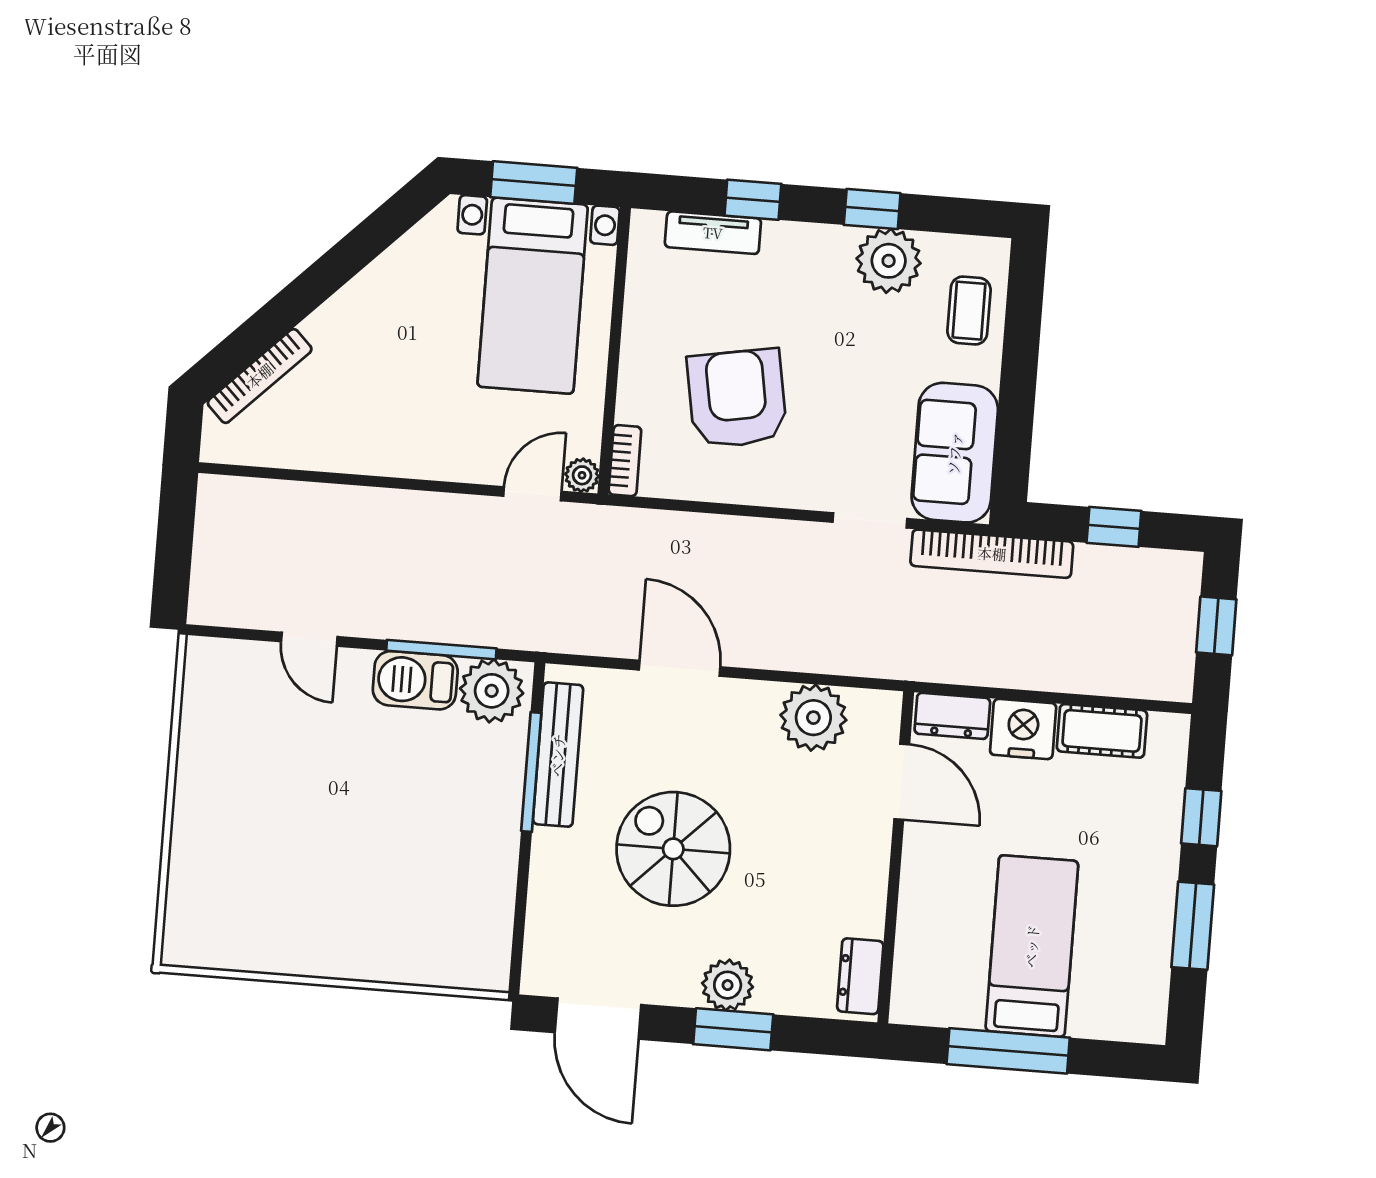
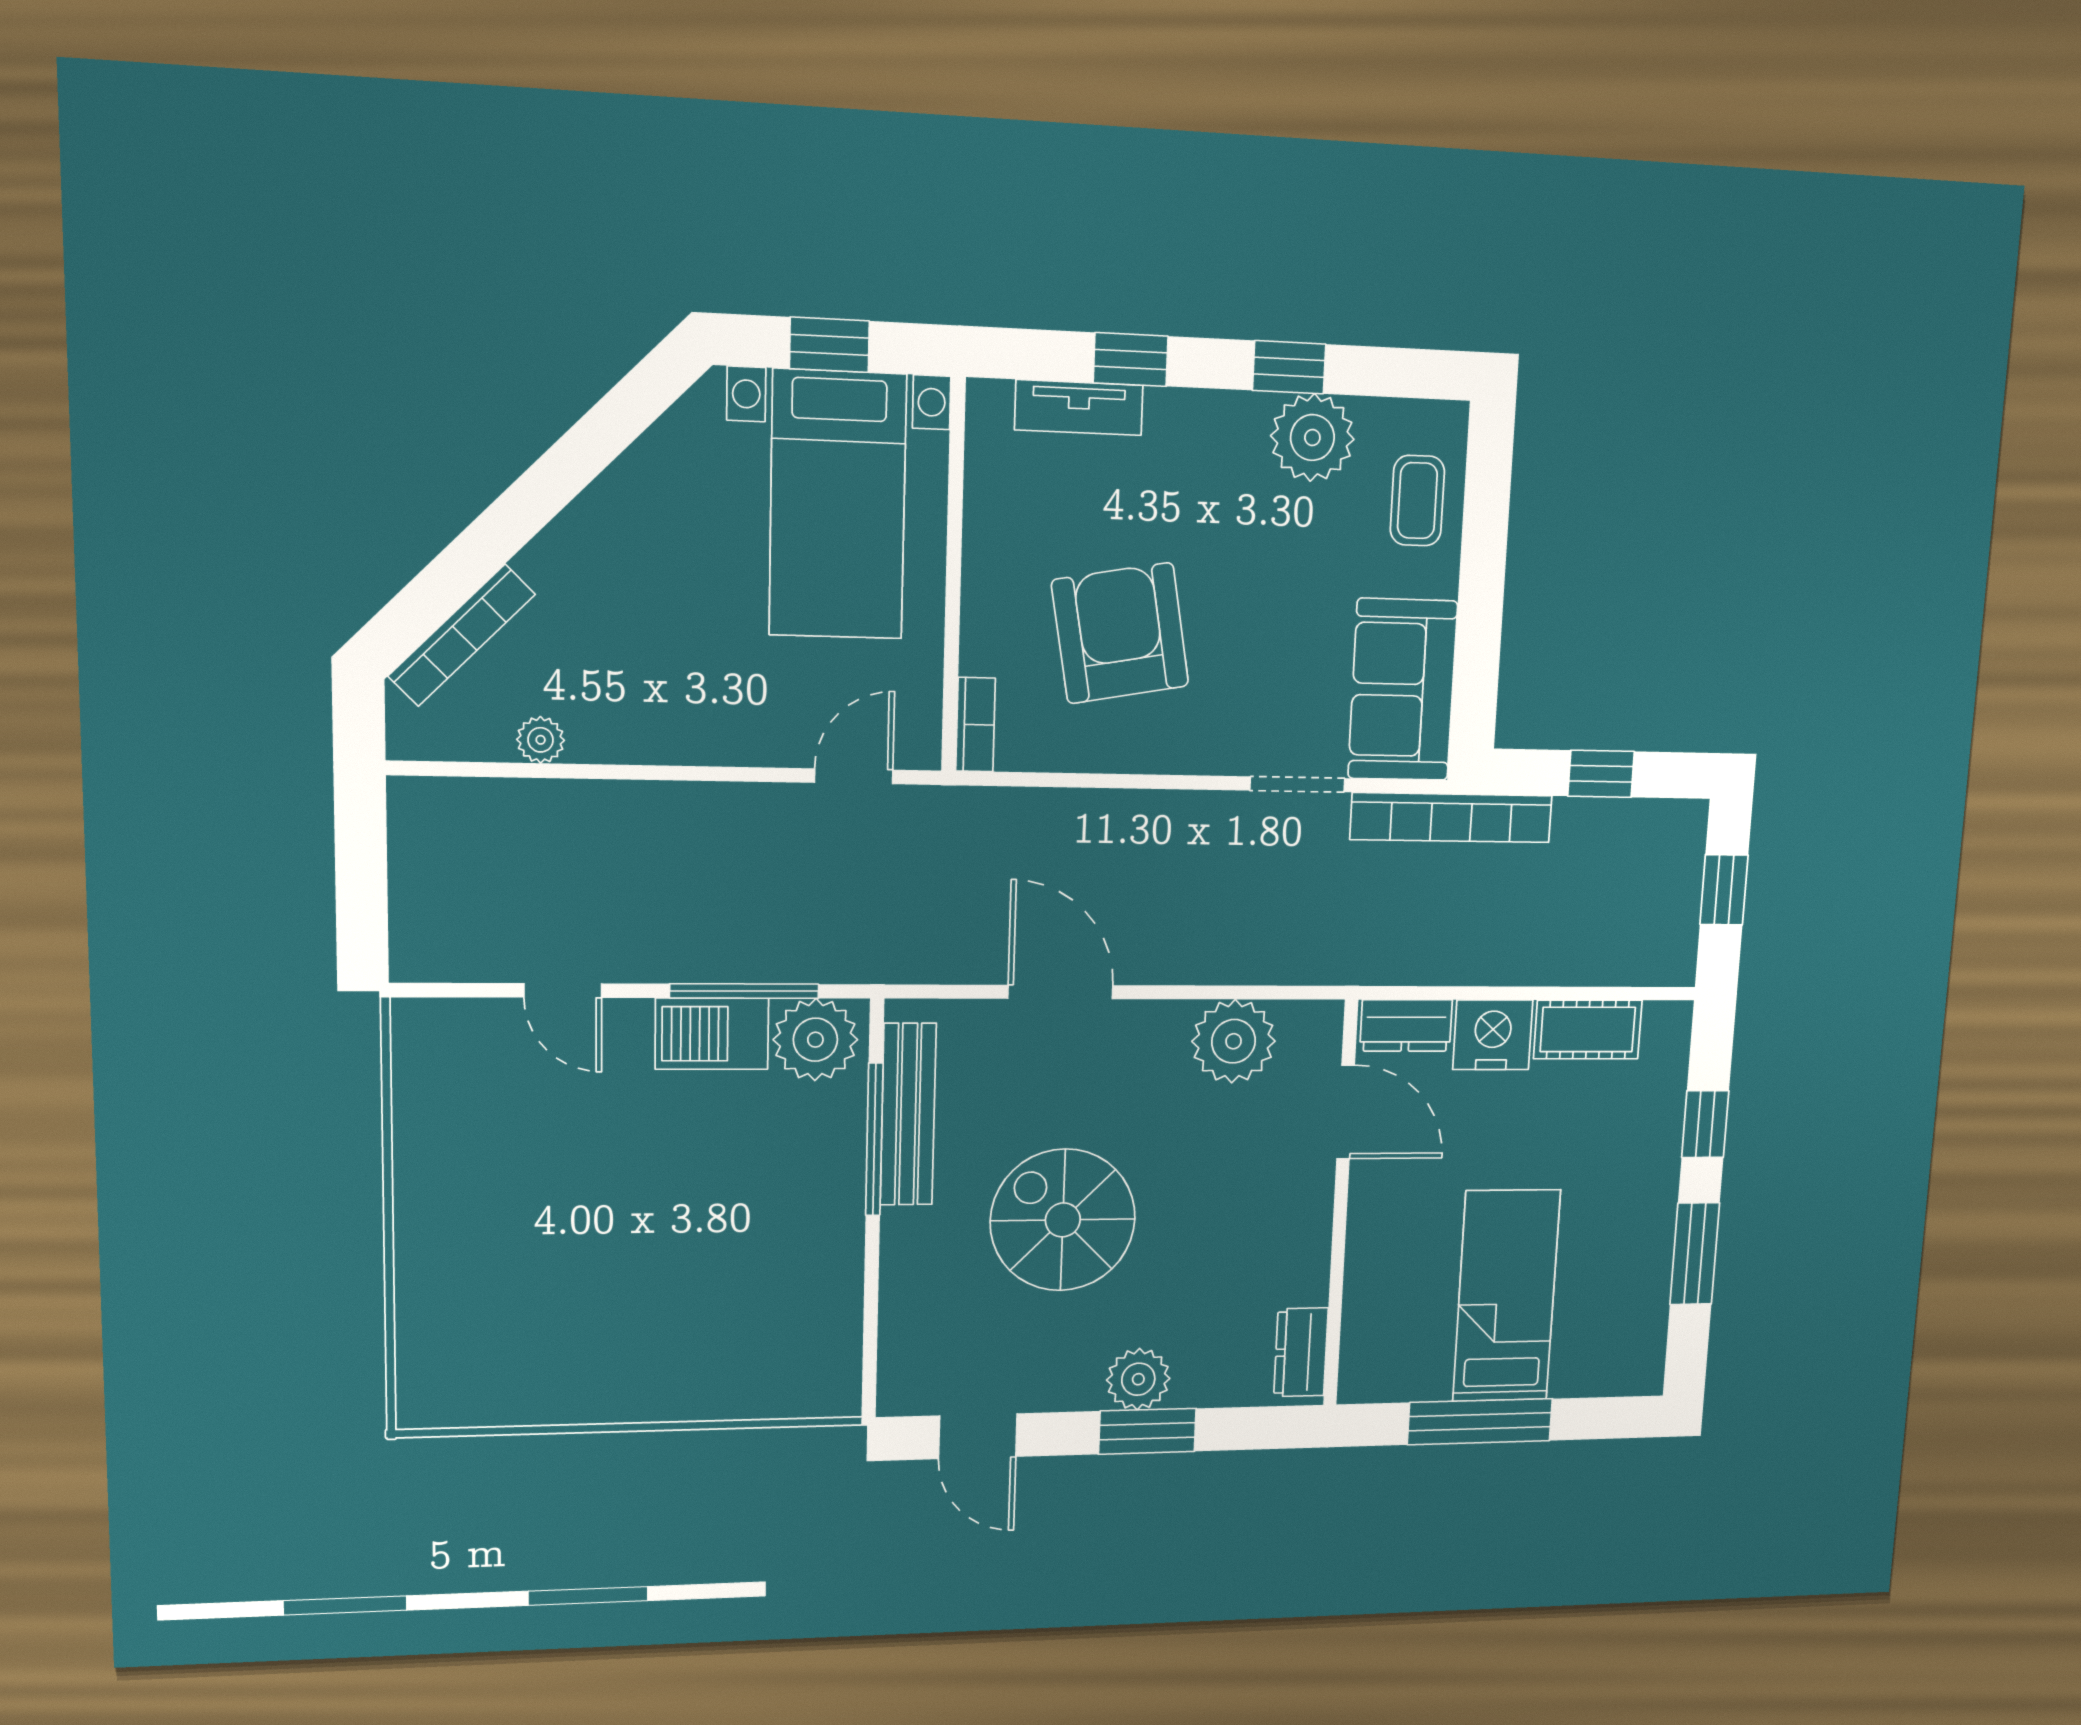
window: (534, 182) -> (829, 345), width x0.67
plant: (582, 475) -> (541, 740), moved
door: (598, 1019) -> (978, 1436), width x0.73

